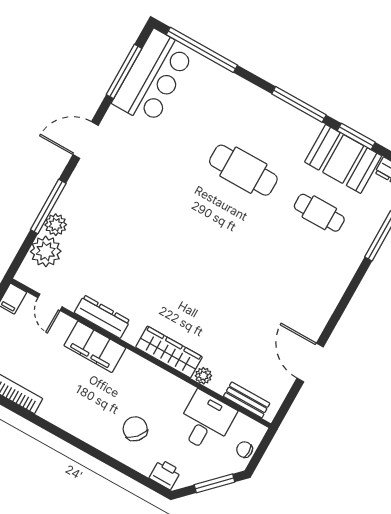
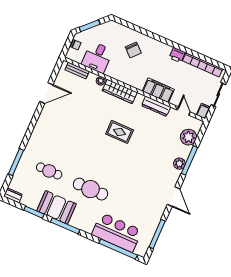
bar counter: (153, 77) -> (117, 232), moved, turned 90
door: (86, 140) -> (174, 197), hinge flipped
booth: (343, 159) -> (56, 207), moved
plant: (56, 225) -> (179, 164), moved
rug: (177, 274) -> (120, 132), added
door: (310, 363) -> (46, 93), hinge flipped
printer: (165, 474) -> (177, 55), moved

